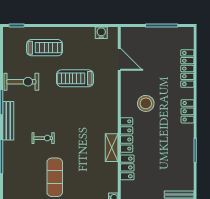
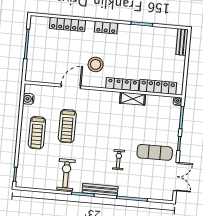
treadmill: (45, 48) -> (37, 133), moved, turned 180
door: (119, 59) -> (71, 86), moved
locker: (127, 167) -> (158, 87), width x1.53

